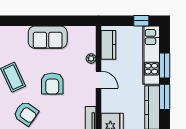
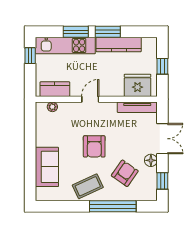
sofa: (48, 37) -> (47, 167), moved
plant: (91, 58) -> (52, 107), moved
armchair: (52, 84) -> (94, 146), turned 90

